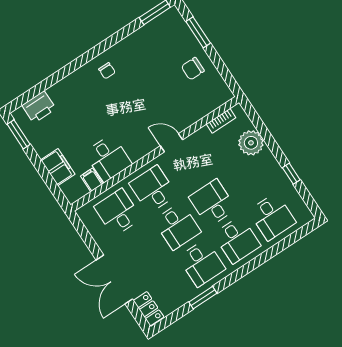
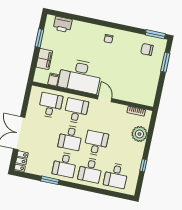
chair: (193, 69) -> (147, 49), moved
window: (19, 134) -> (39, 38), moved
desk: (108, 158) -> (80, 76), width x1.87, depth x1.30

